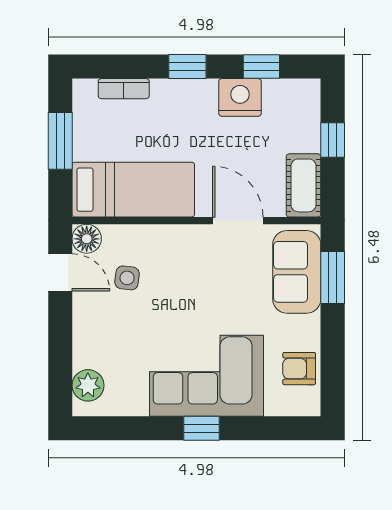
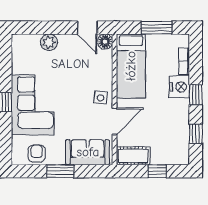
nightstand: (240, 97) -> (179, 87), moved
door: (60, 272) -> (87, 28), hinge flipped
side table: (127, 278) -> (100, 98), moved
window: (333, 278) -> (60, 171), moved
plant: (88, 385) -> (49, 42), moved

